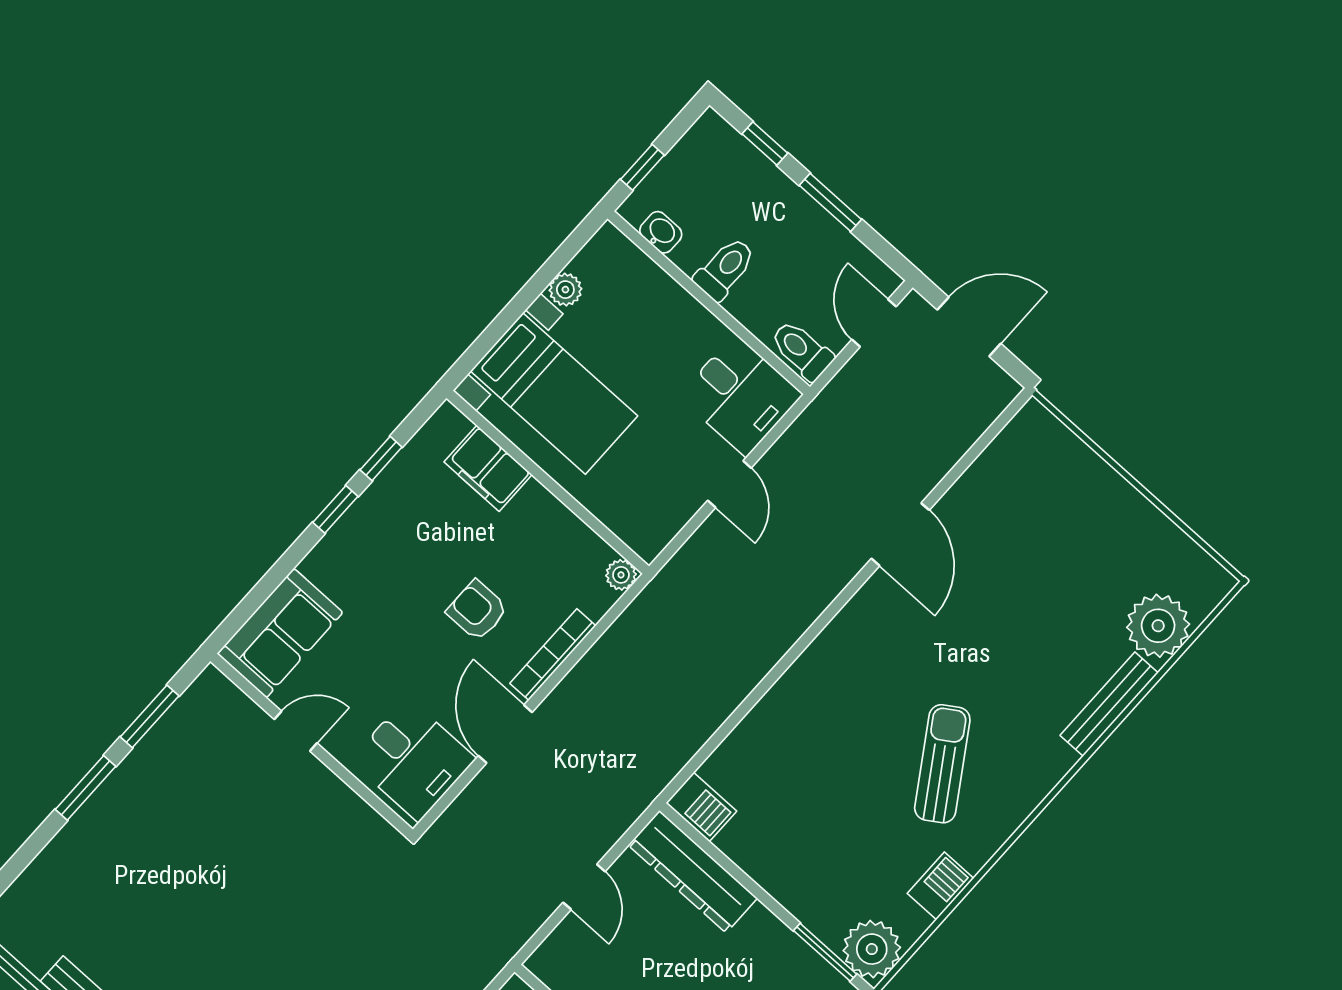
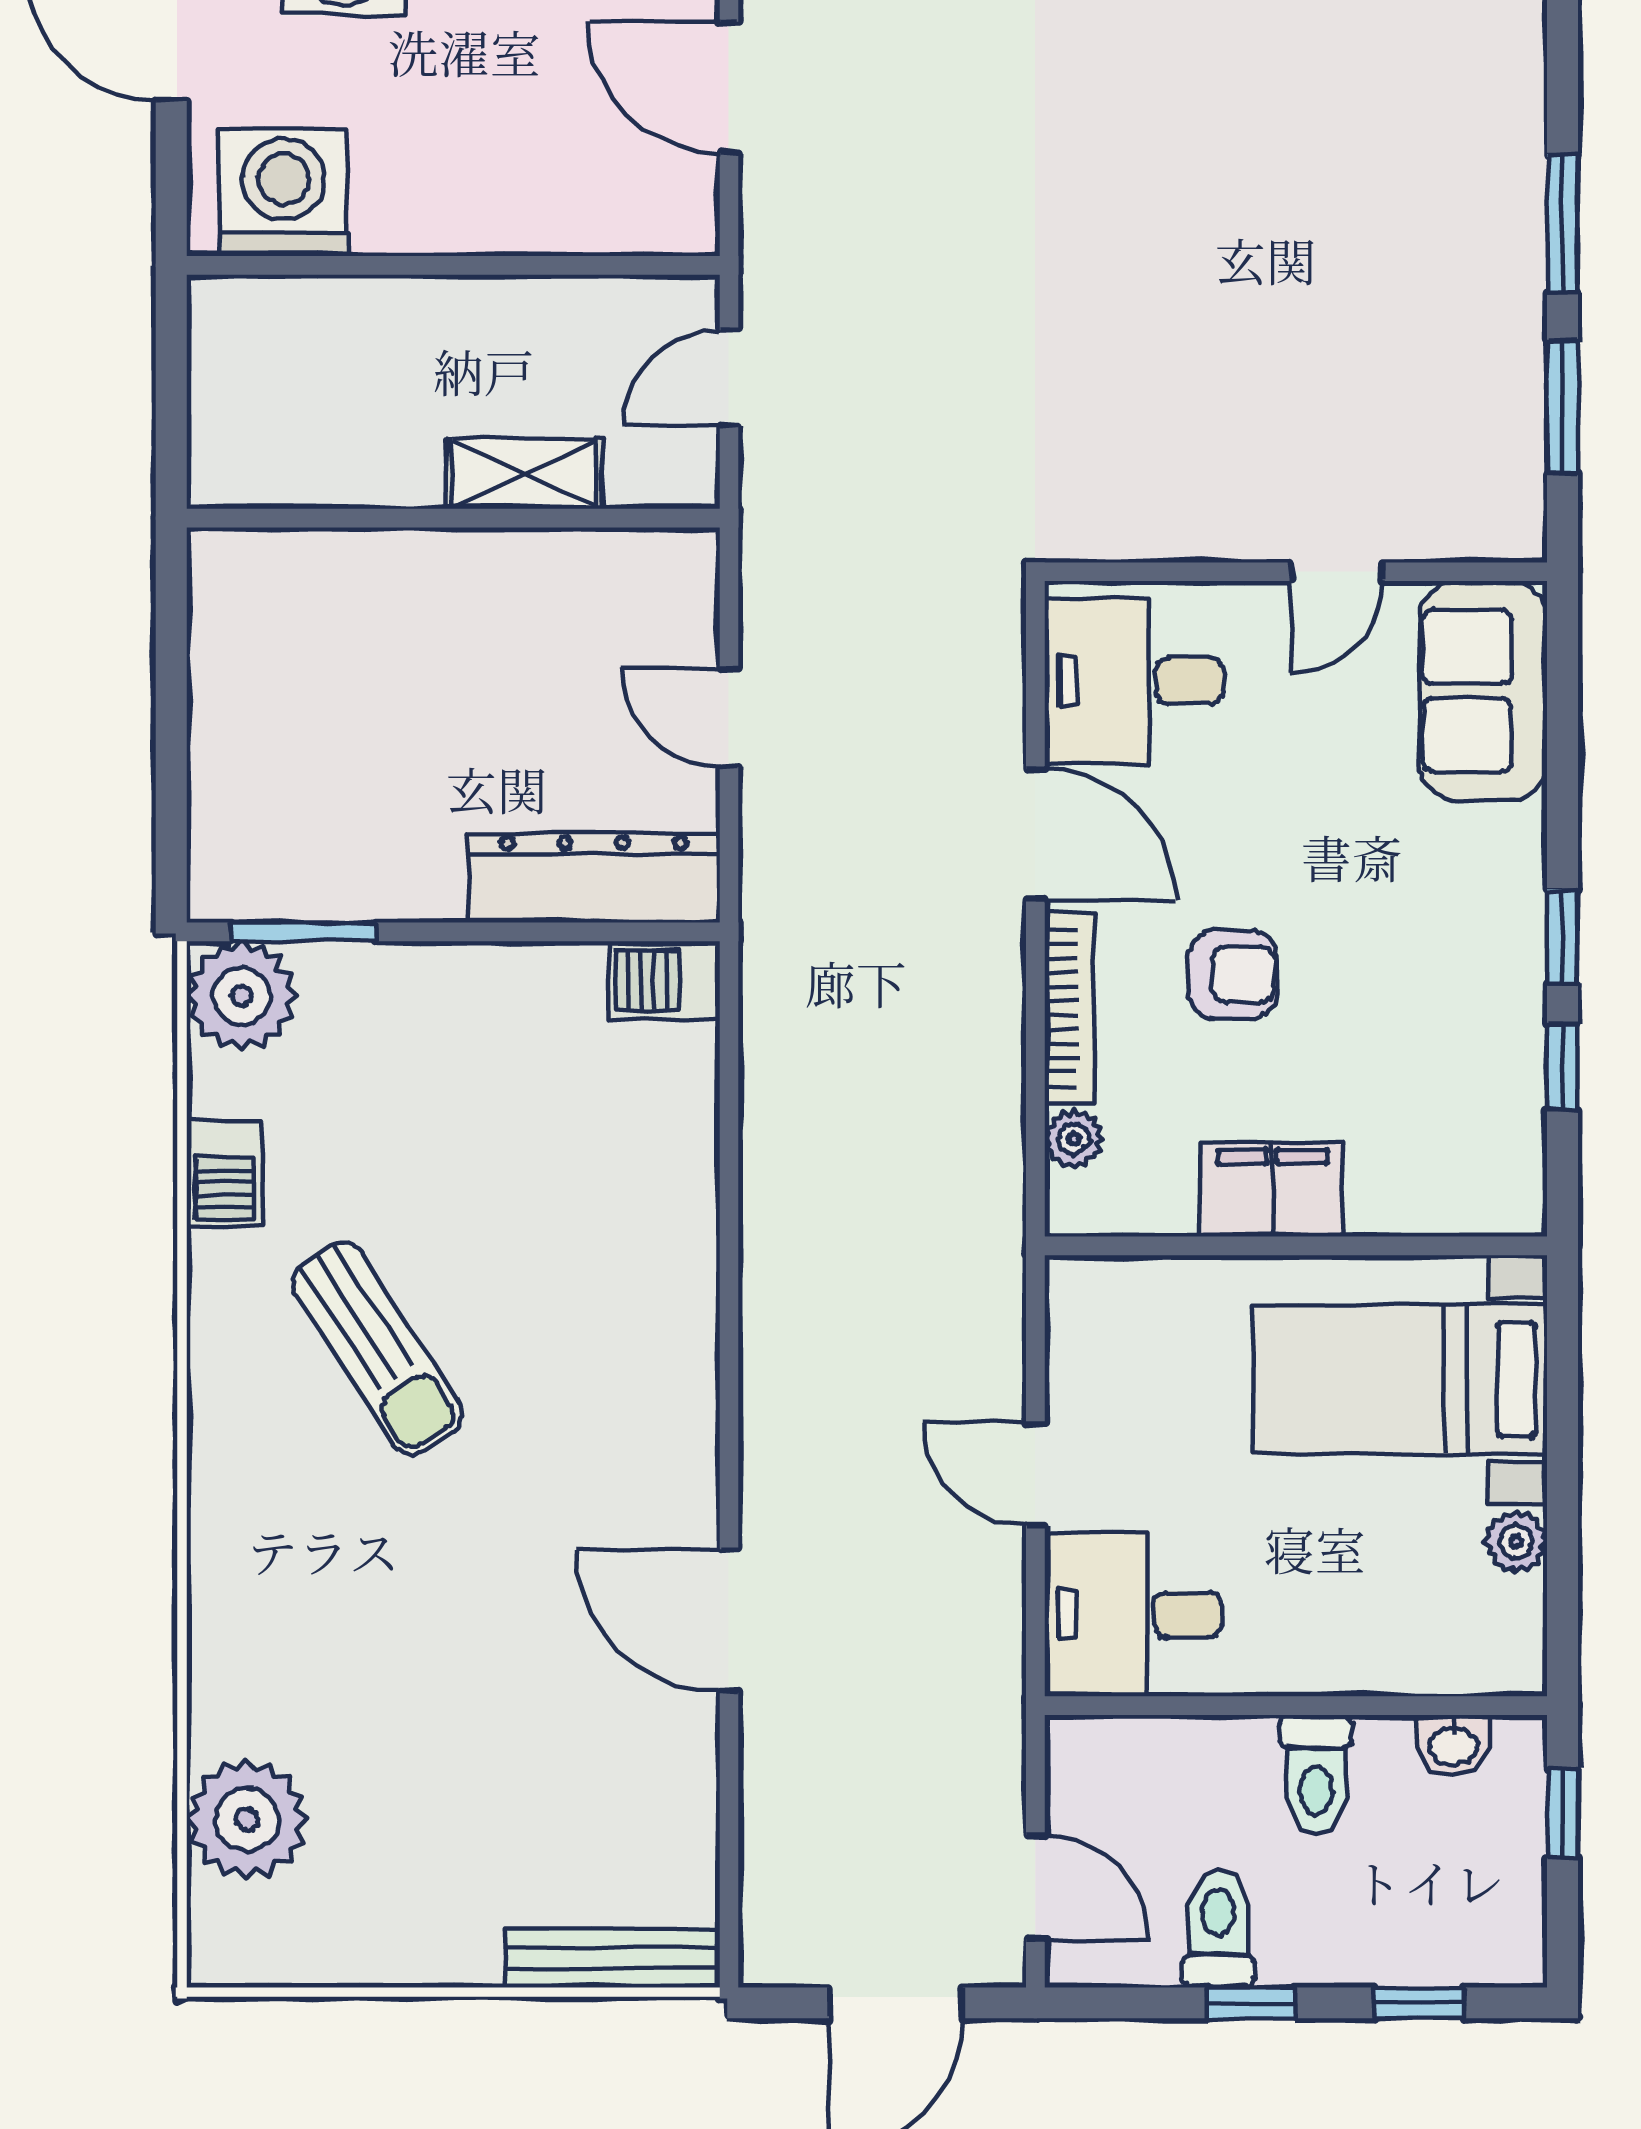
window: (830, 202) -> (1251, 2003), width x0.67
toilet: (802, 350) -> (1218, 1929), moved, turned -90
filing cabinet: (488, 468) -> (1272, 1190), moved
plant: (621, 575) -> (1074, 1139), moved
bench: (1109, 704) -> (613, 1958), moved, turned 90

